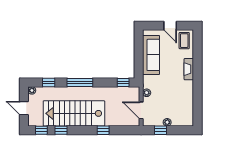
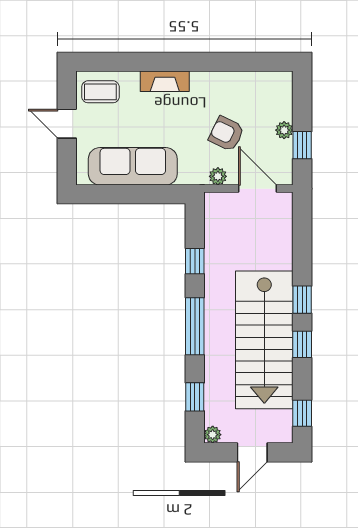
door: (170, 26) -> (67, 124), swing flipped
window: (123, 83) -> (195, 261), moved
armchair: (166, 97) -> (226, 134), added
door: (141, 110) -> (258, 189), swing flipped
window: (61, 130) -> (302, 344), moved
window: (103, 130) -> (302, 300), moved

